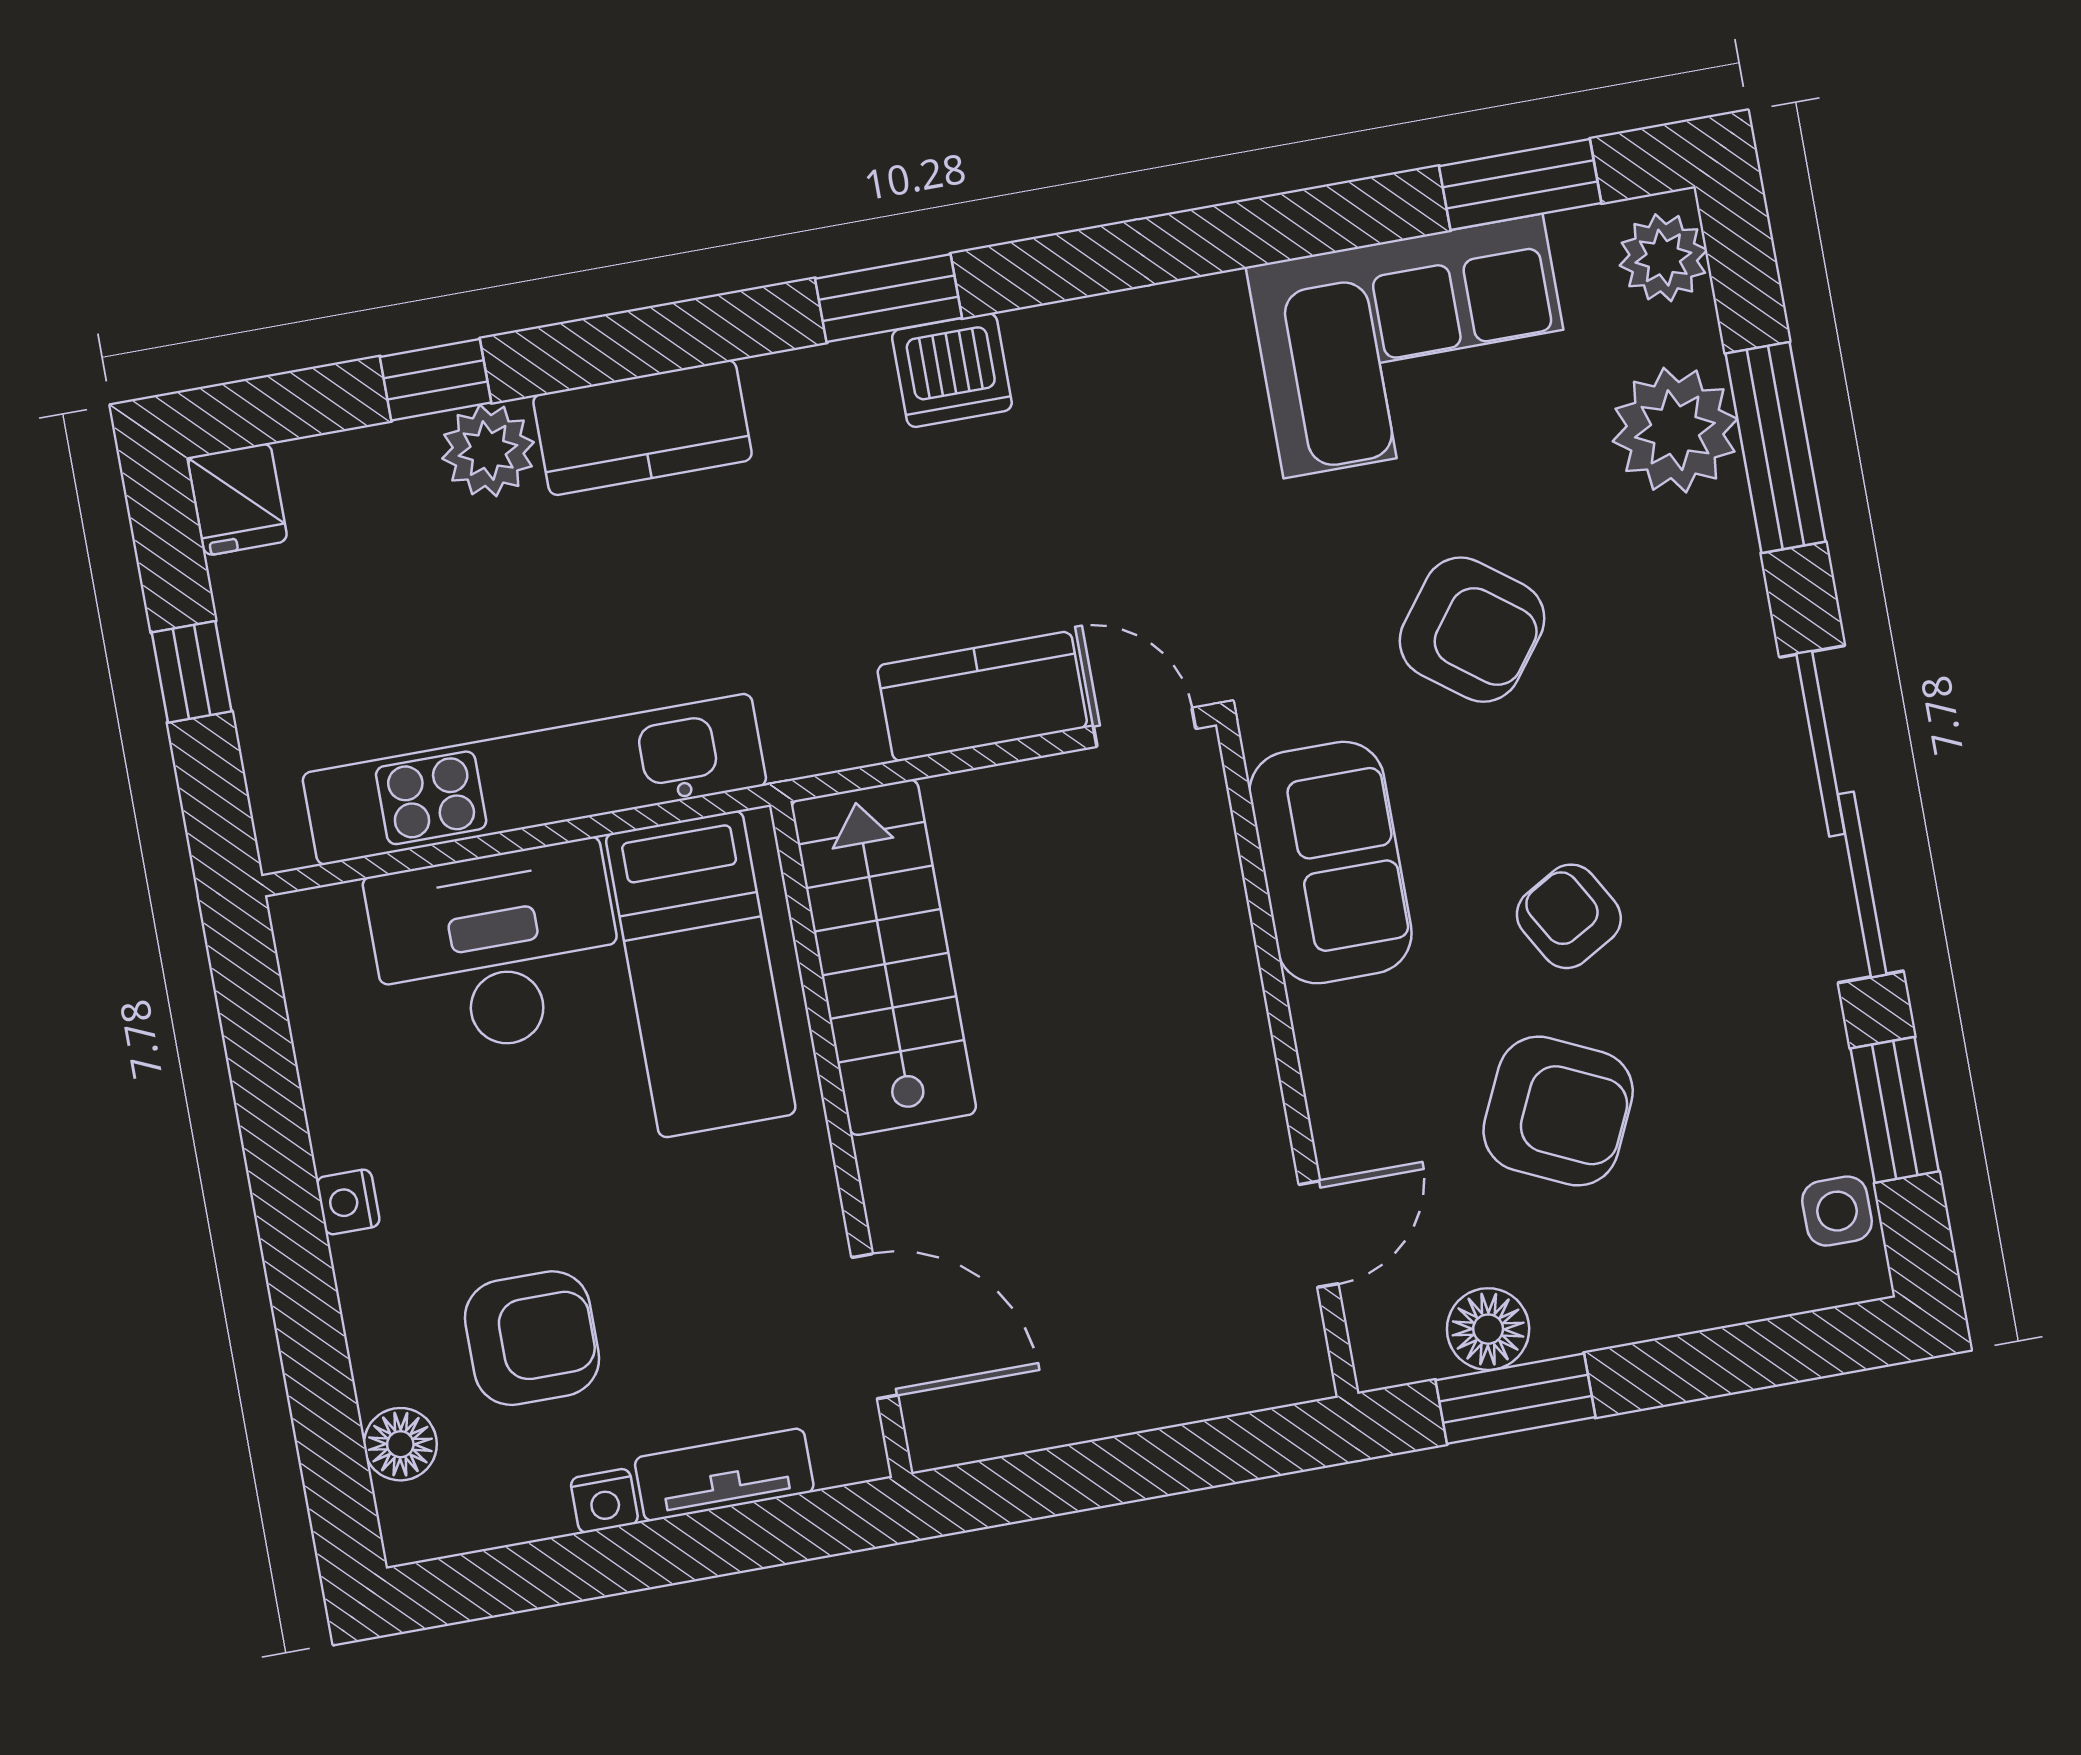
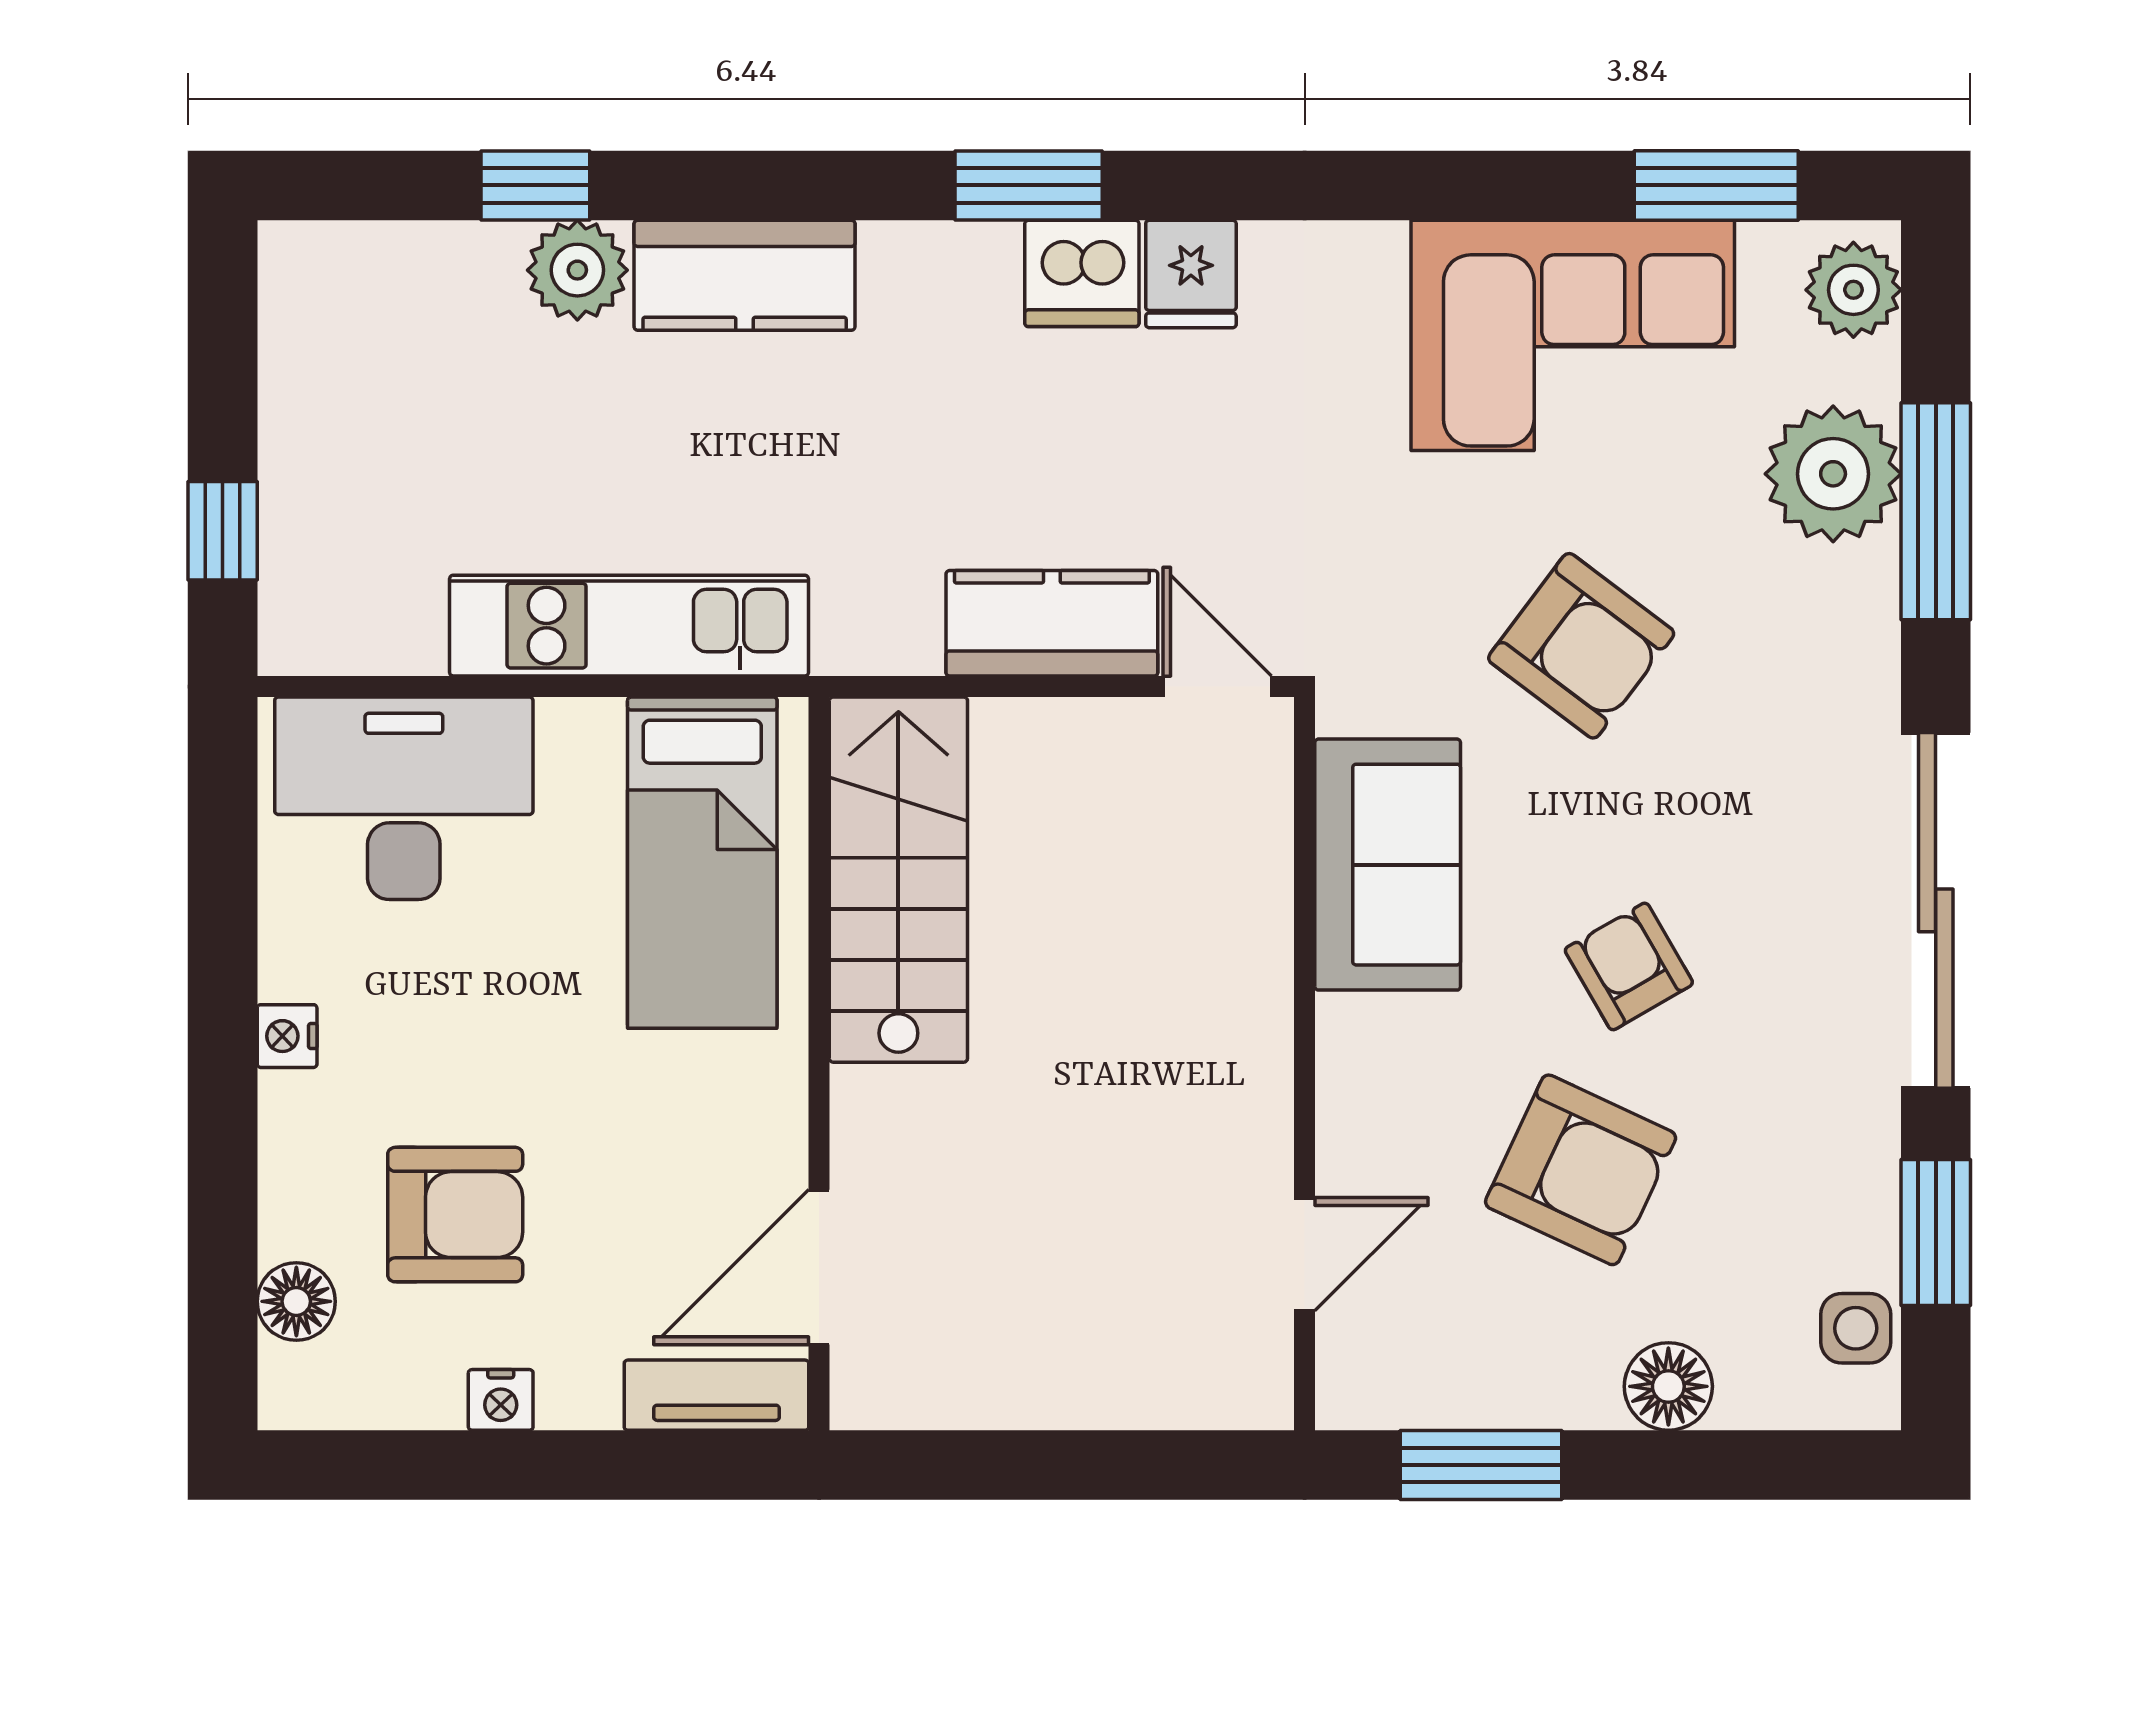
fridge: (237, 499) -> (1191, 274), moved
window: (192, 672) -> (223, 531), moved
kitchen unit: (534, 779) -> (629, 626), width x0.73
desk: (497, 950) -> (404, 798), moved
door: (875, 1326) -> (819, 1267), swing flipped
floor lamp: (1488, 1329) -> (1668, 1386), moved
tv unit: (724, 1475) -> (716, 1395), moved

